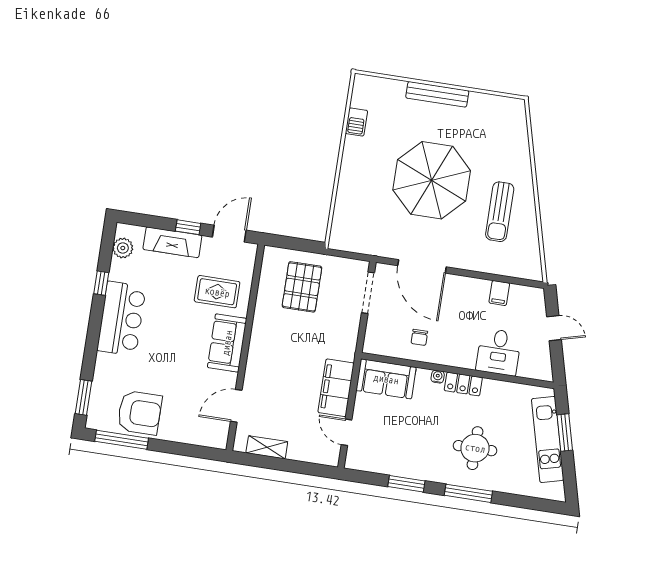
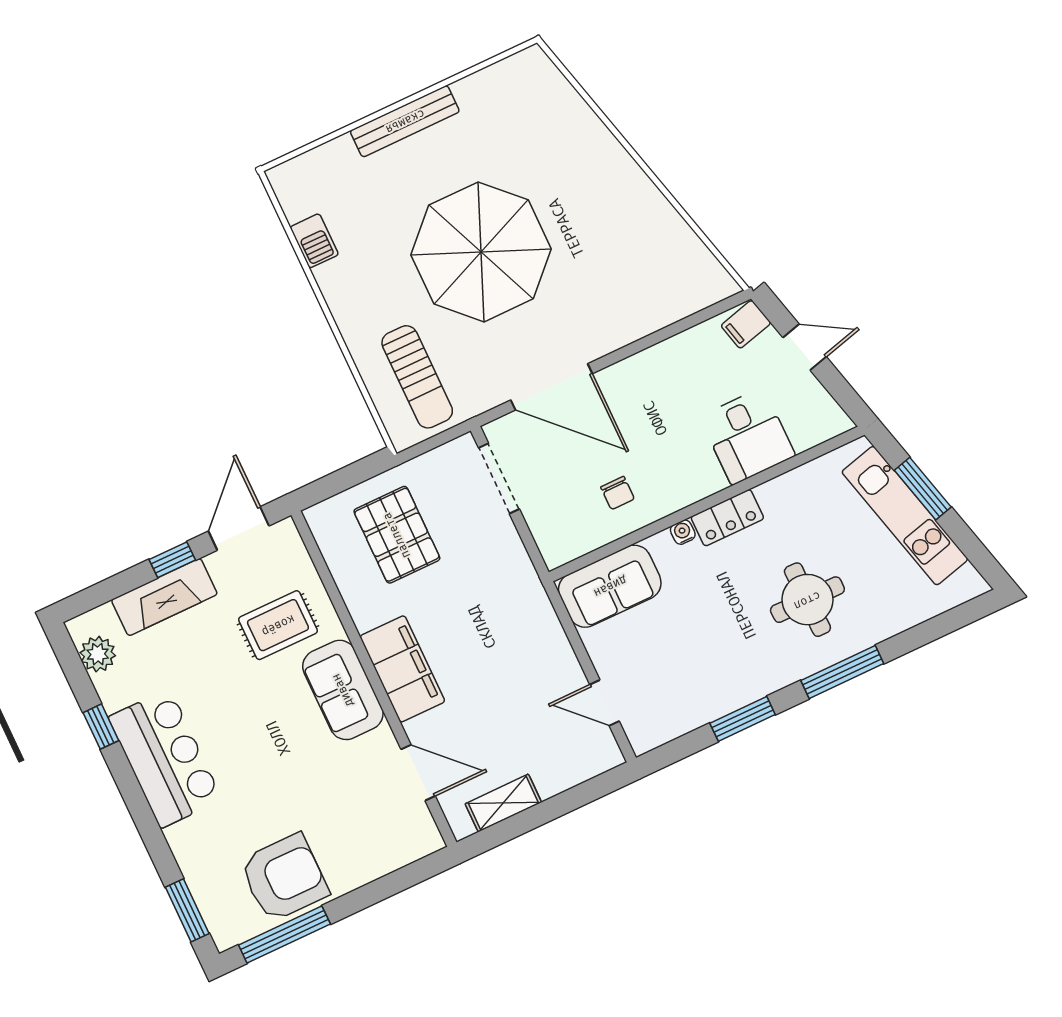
sun lounger: (500, 212) -> (417, 377), moved
filing cabinet: (499, 293) -> (746, 324), moved, turned 75
filing cabinet: (336, 388) -> (402, 669), moved, turned 180
door: (236, 406) -> (418, 773), swing flipped

